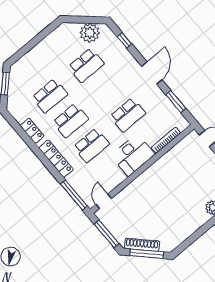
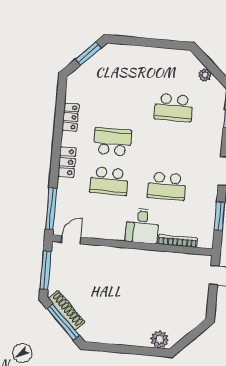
plant: (90, 33) -> (205, 75), width x0.53, depth x0.53
school desk: (50, 96) -> (116, 102), removed
school desk: (71, 121) -> (112, 142), turned 180
desk: (133, 155) -> (142, 226), width x0.73
locker: (56, 159) -> (67, 162), width x0.66

